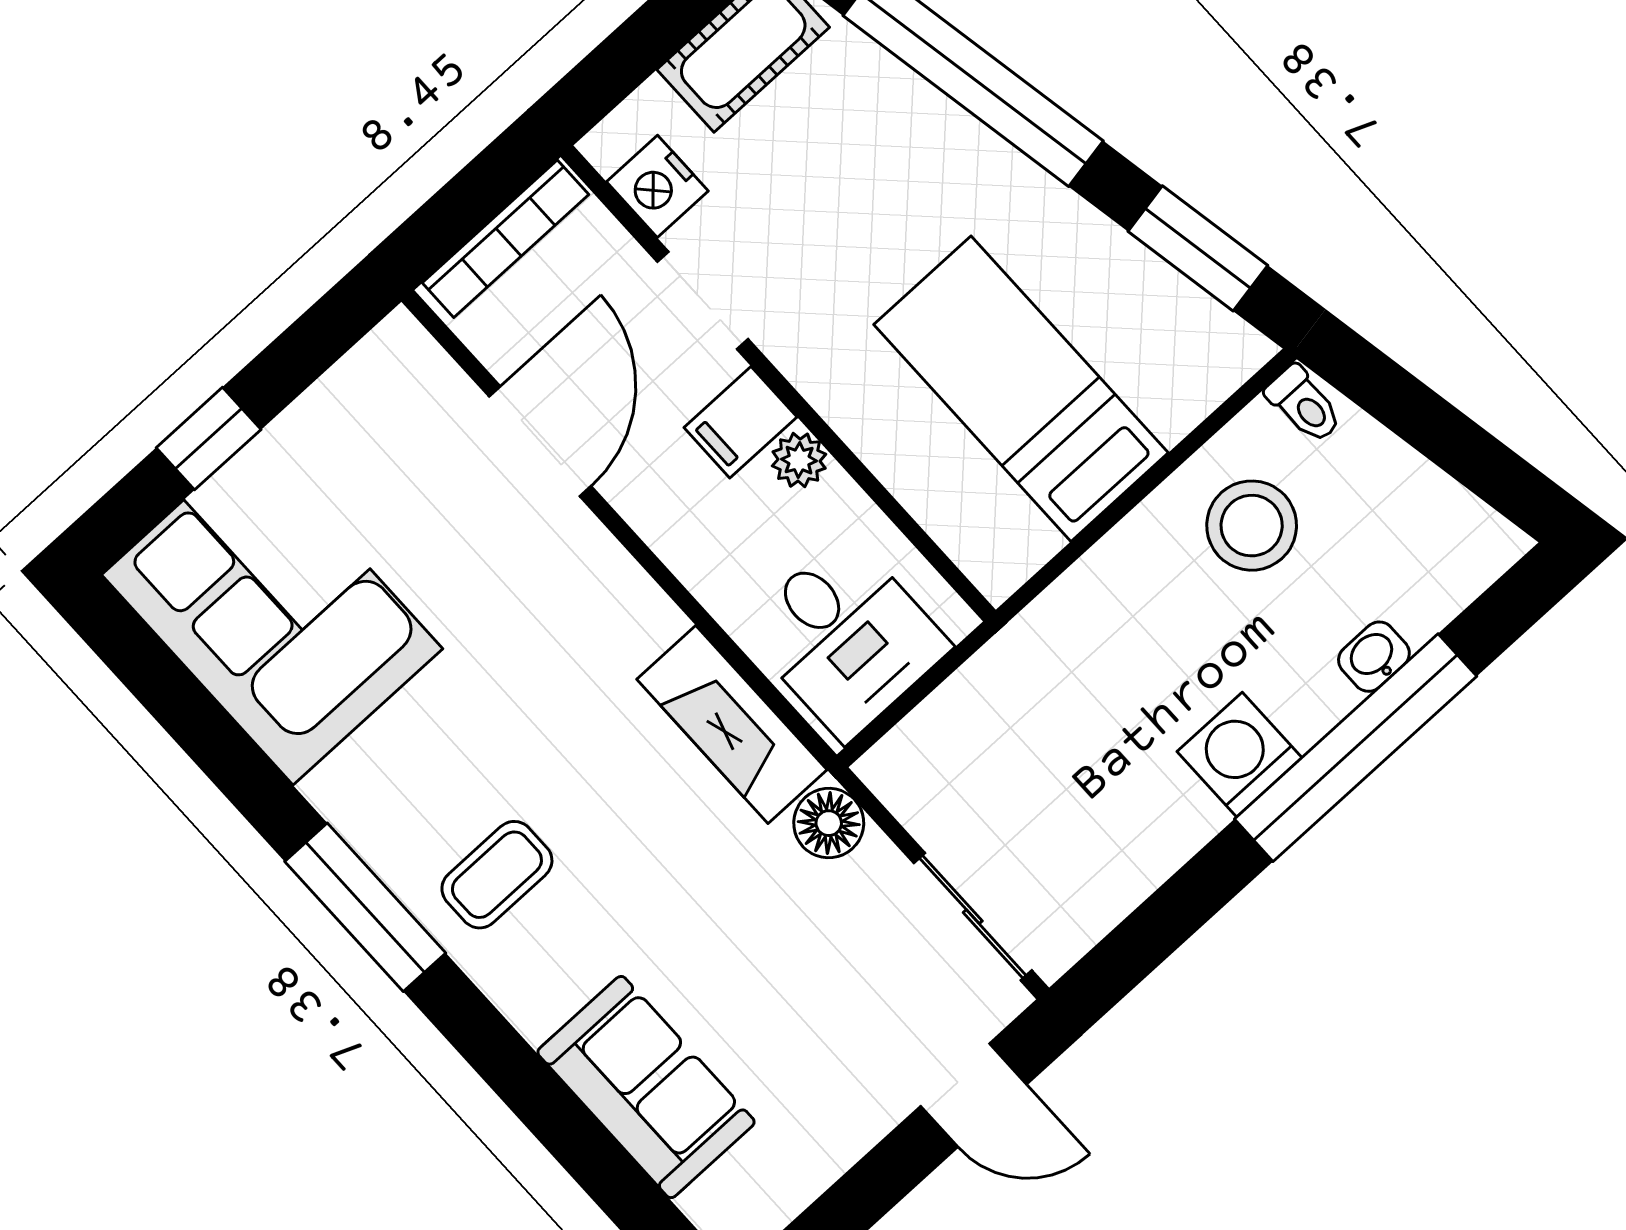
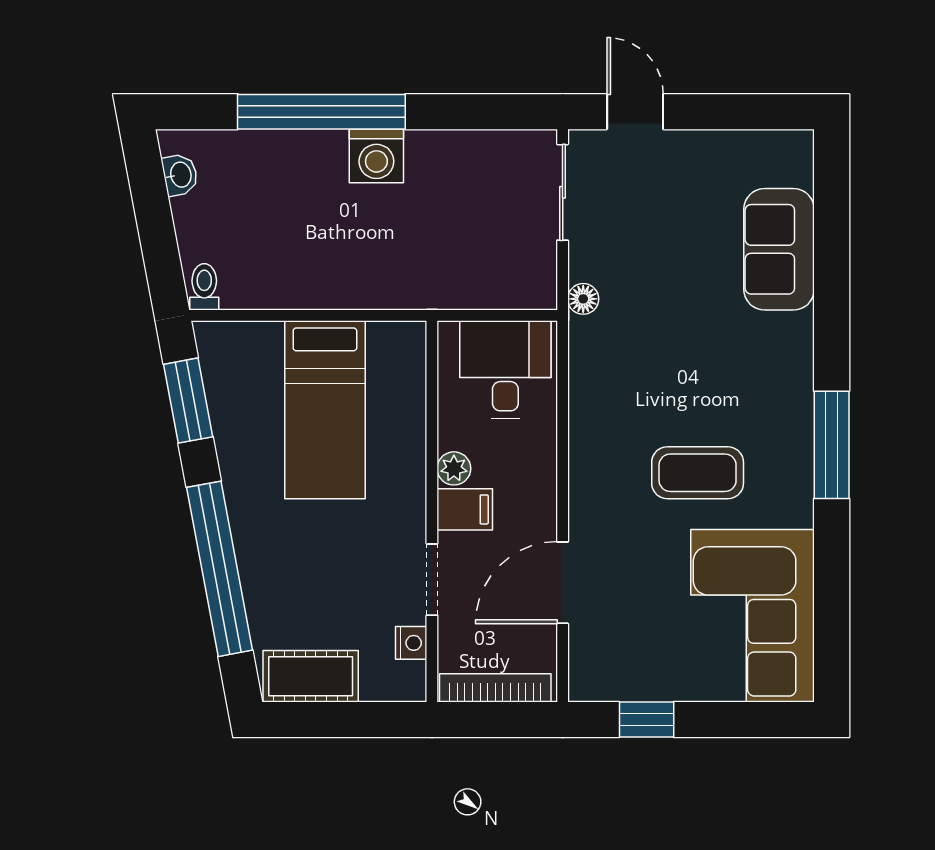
nightstand: (657, 186) -> (411, 643), width x0.72, depth x0.74
window: (209, 439) -> (647, 720), moved
stool: (1252, 526) -> (277, 254), removed
washbasin: (1374, 657) -> (180, 175), moved, turned -101
fireplace: (732, 724) -> (592, 377), removed
floor lamp: (829, 823) -> (583, 299), width x0.73, depth x0.73
coffee table: (497, 875) -> (698, 473), moved, width x1.36, depth x1.30

